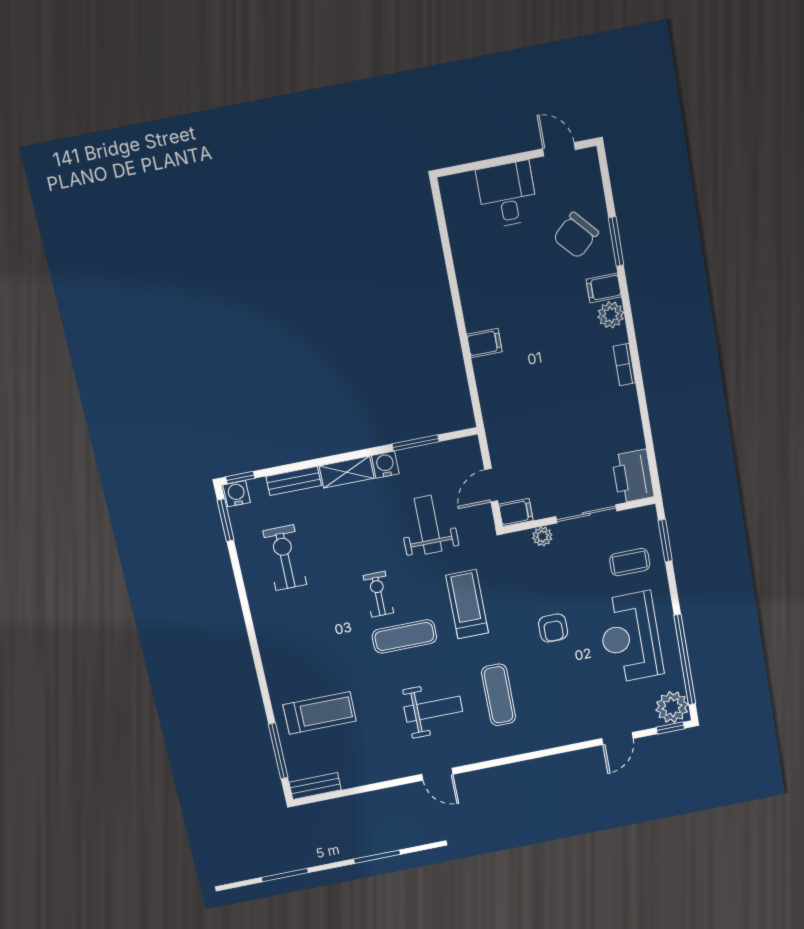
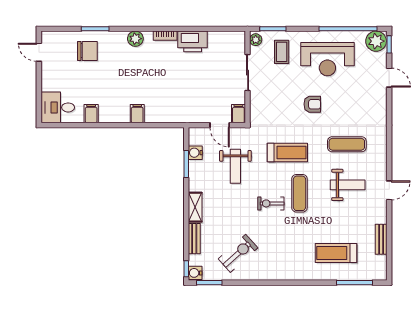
door: (559, 149) -> (39, 52), hinge flipped
desk: (507, 195) -> (58, 107), moved
chair: (576, 235) -> (87, 51), turned -48
filing cabinet: (604, 288) -> (91, 114), moved, turned 180
water cooler: (385, 465) -> (195, 153), moved
printer: (633, 476) -> (193, 41), moved
weight bench: (428, 525) -> (235, 166), turned -90
plant: (542, 536) -> (256, 40), moved
exercise bike: (285, 558) -> (238, 253), turned 138
treadmill: (467, 604) -> (287, 153), turned 180
weight bench: (433, 709) -> (348, 185), turned 90
treadmill: (320, 713) -> (336, 253), turned -90
bench: (315, 786) -> (381, 239), moved

